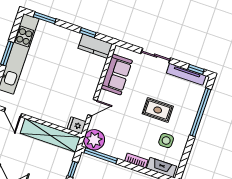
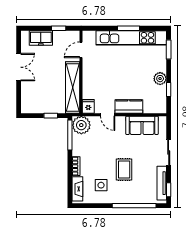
plant: (73, 38) -> (160, 79), added
kitchen counter: (95, 46) -> (129, 106), moved, turned 90

